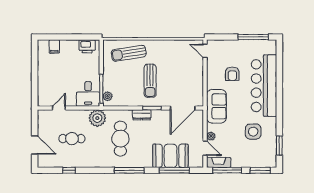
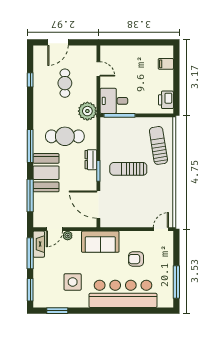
plant: (108, 96) -> (111, 122), removed
booth: (170, 156) -> (46, 173), moved

